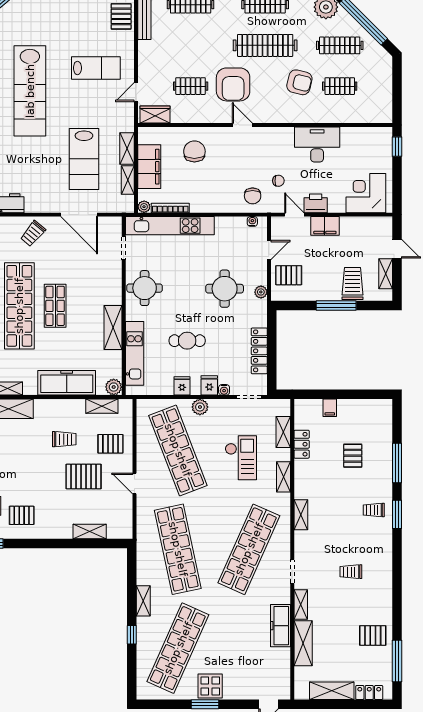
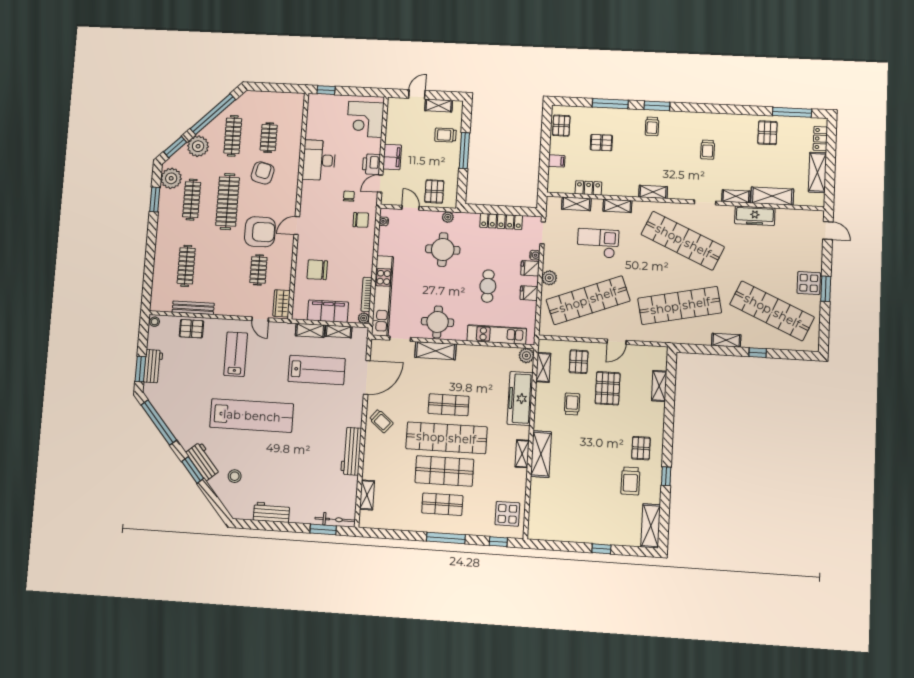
trolley: (353, 284) -> (445, 135), width x0.73, depth x0.72
shelving: (113, 327) -> (435, 351), moved
pallet: (370, 411) -> (561, 126), added

